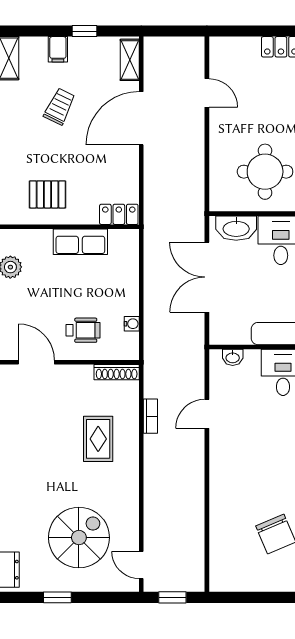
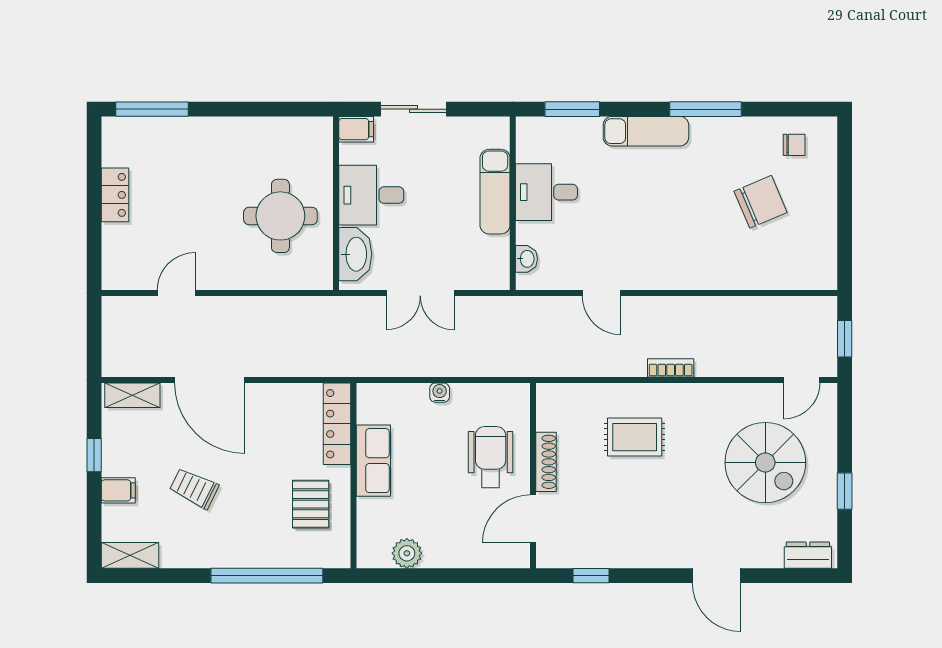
locker: (119, 214) -> (337, 424), width x1.53
double door: (207, 277) -> (420, 293), width x0.73
water cooler: (132, 324) -> (440, 393), moved
wheelchair: (83, 330) -> (491, 457), width x1.36, depth x1.37
shoe rack: (117, 372) -> (546, 462), moved
bookcase: (150, 416) -> (671, 368), moved
spiral stairs: (79, 538) -> (765, 463), turned 180

